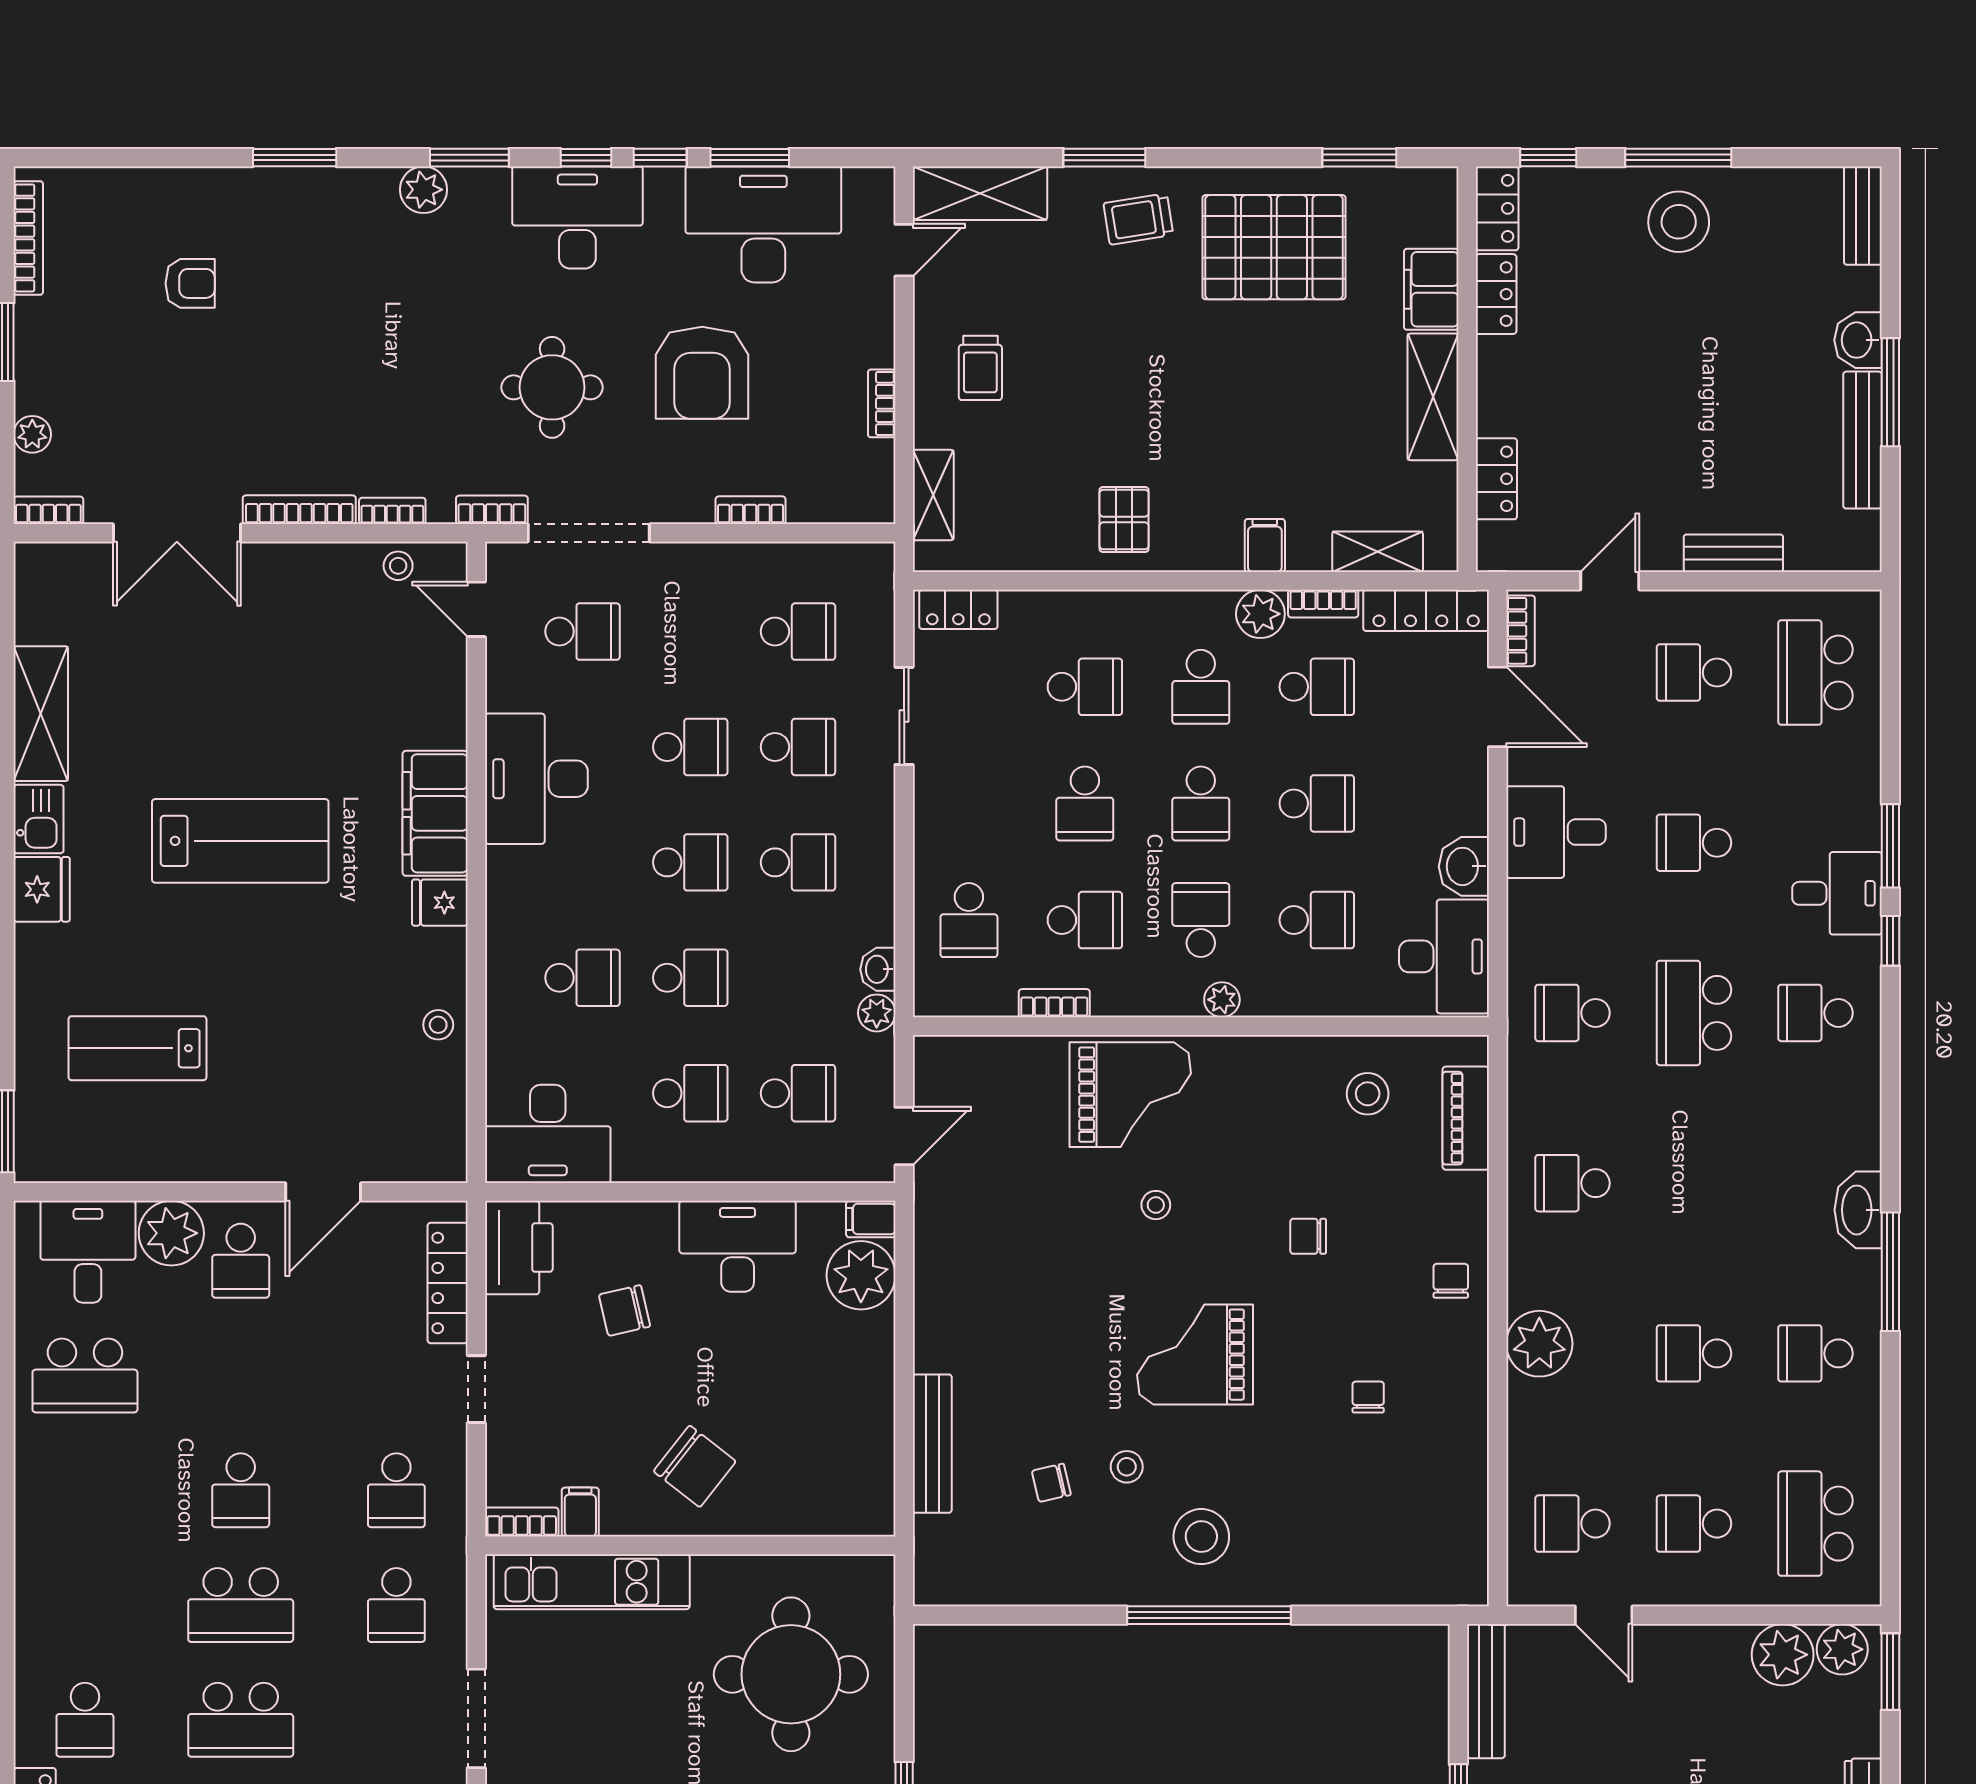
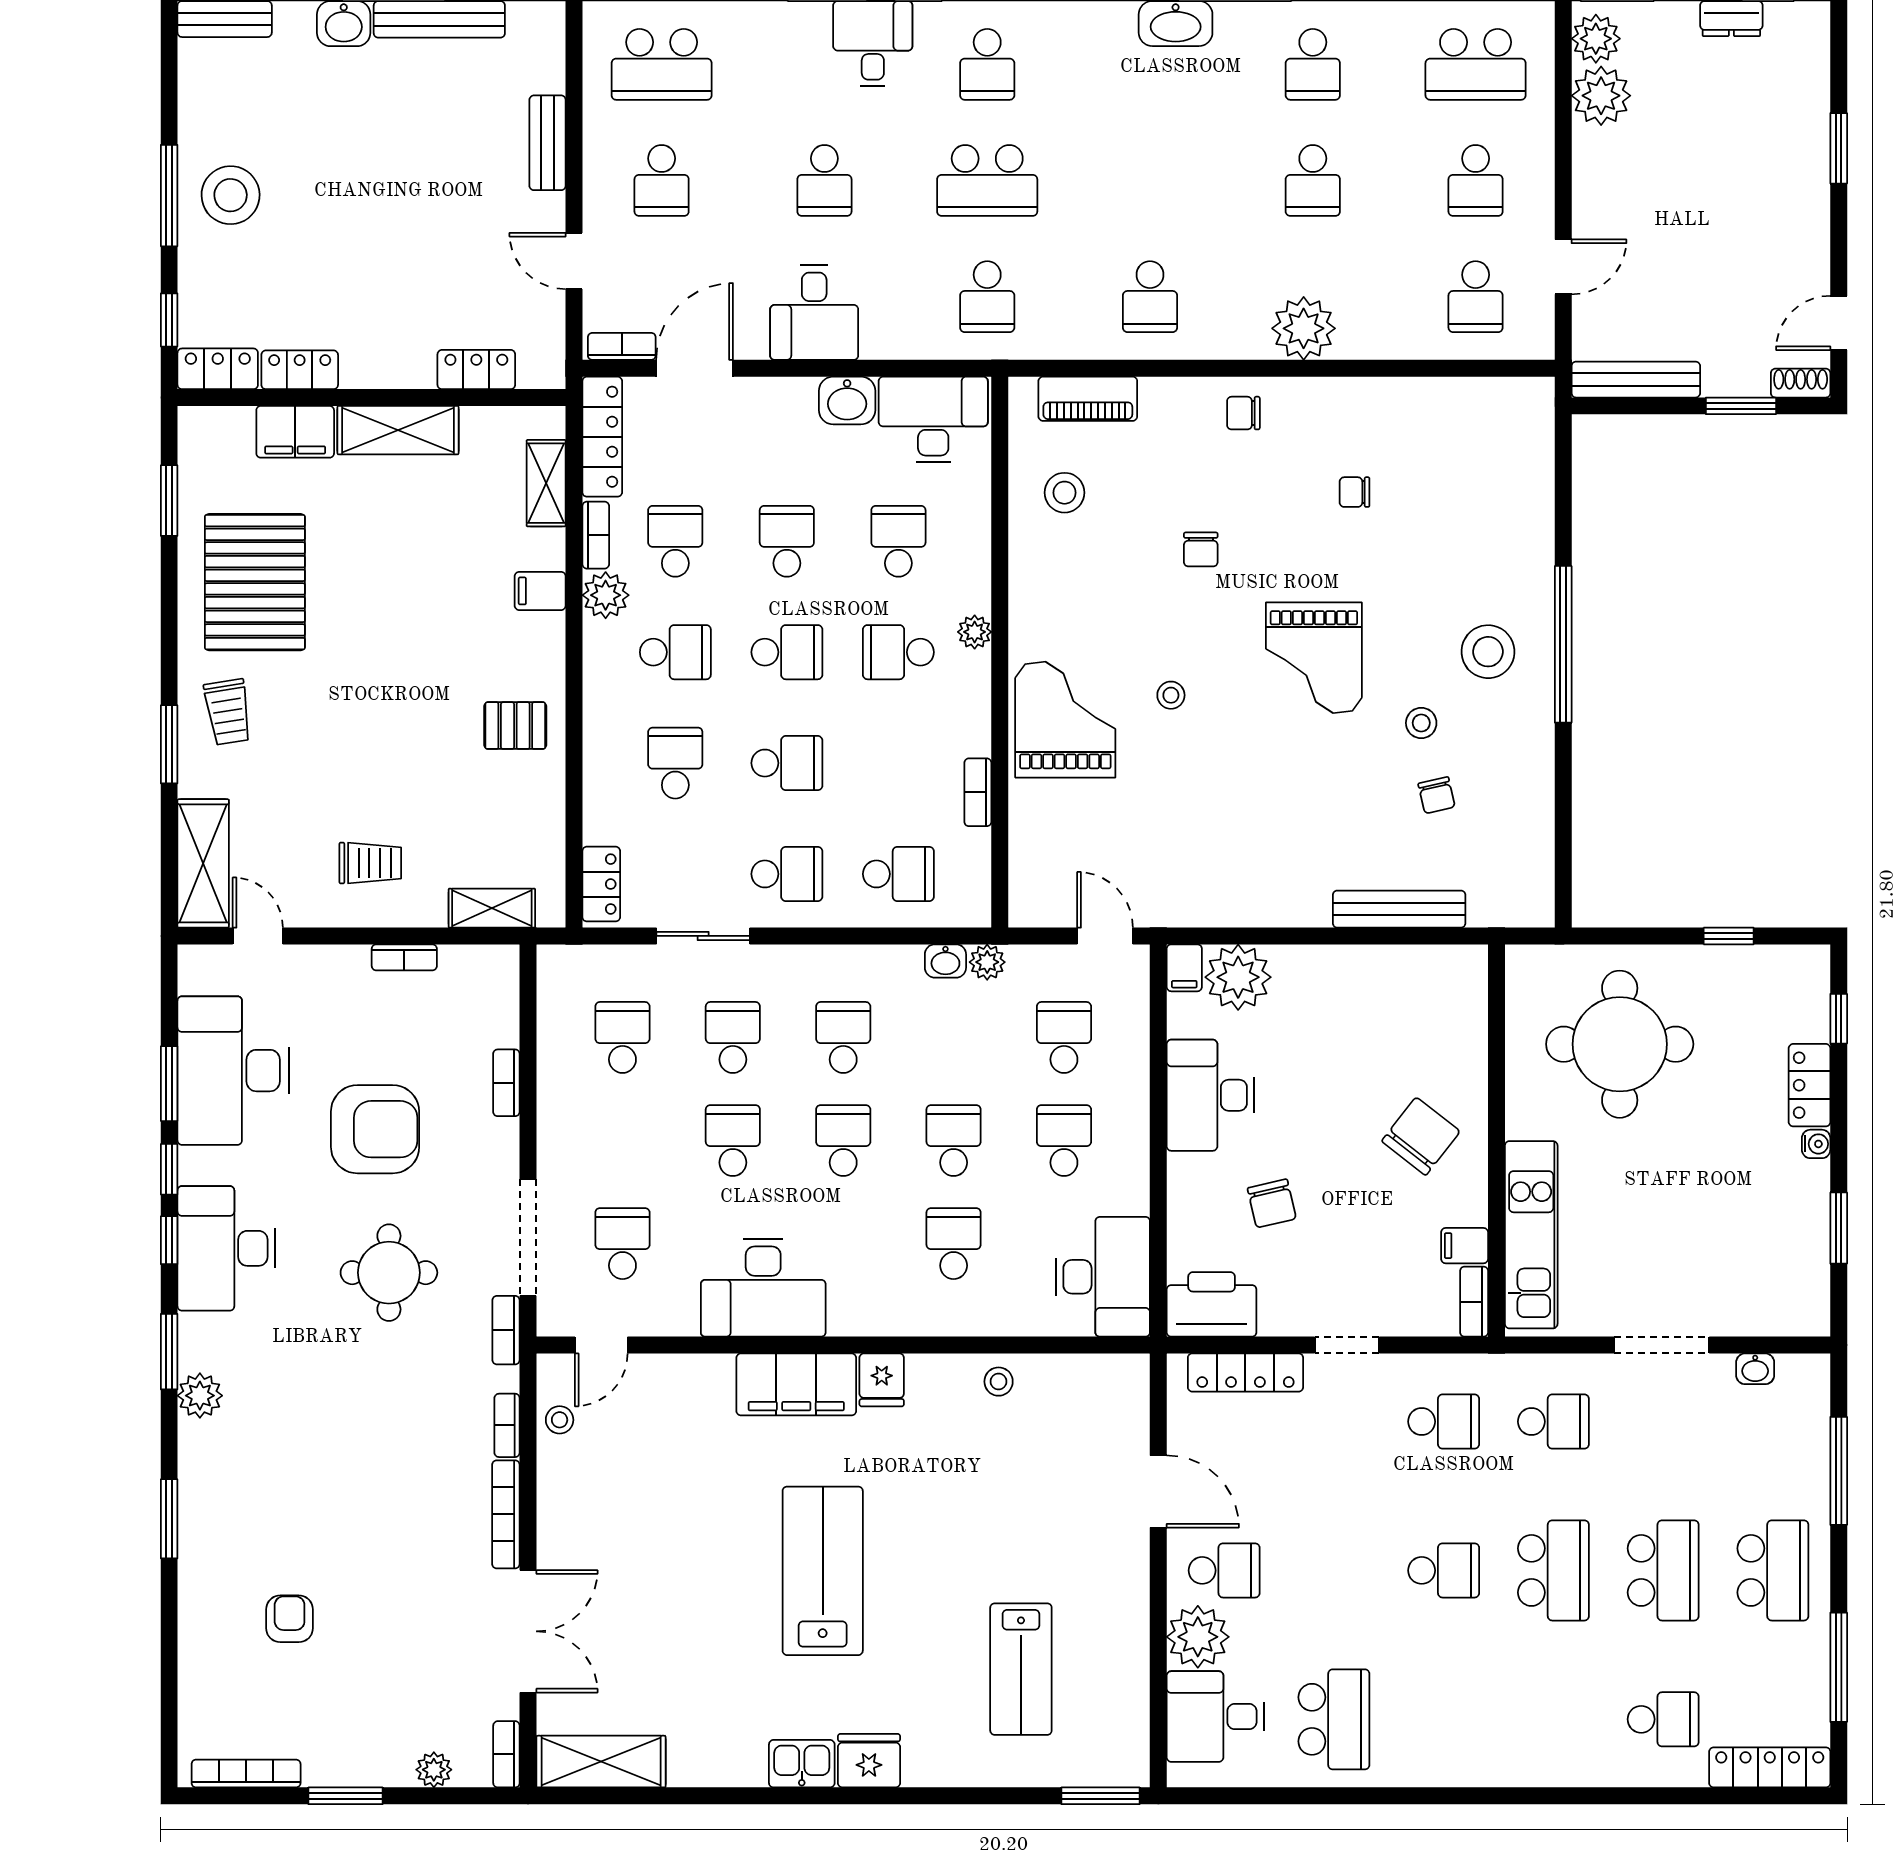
shelving: (41, 714) -> (601, 1762), moved
school desk: (1085, 920) -> (787, 874), moved, turned 90

